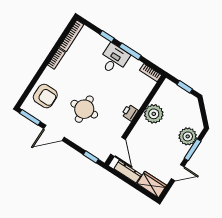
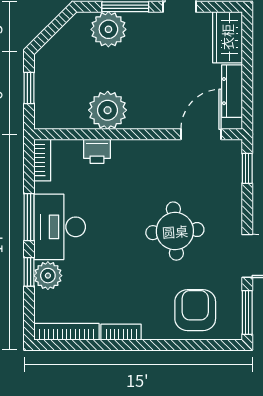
plant: (100, 43) -> (48, 276), added
desk: (114, 59) -> (60, 227), width x1.37
printer: (130, 113) -> (97, 151), moved

